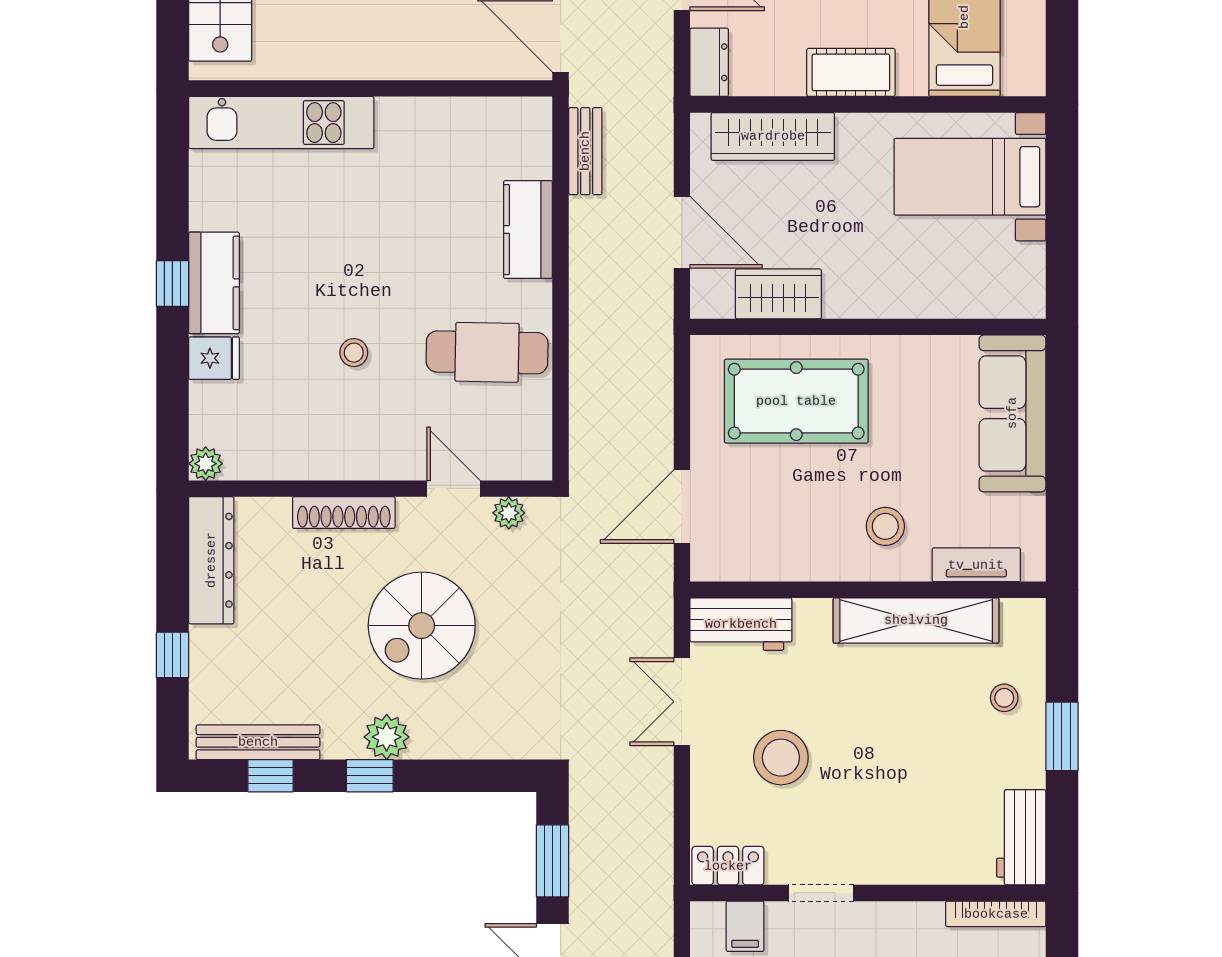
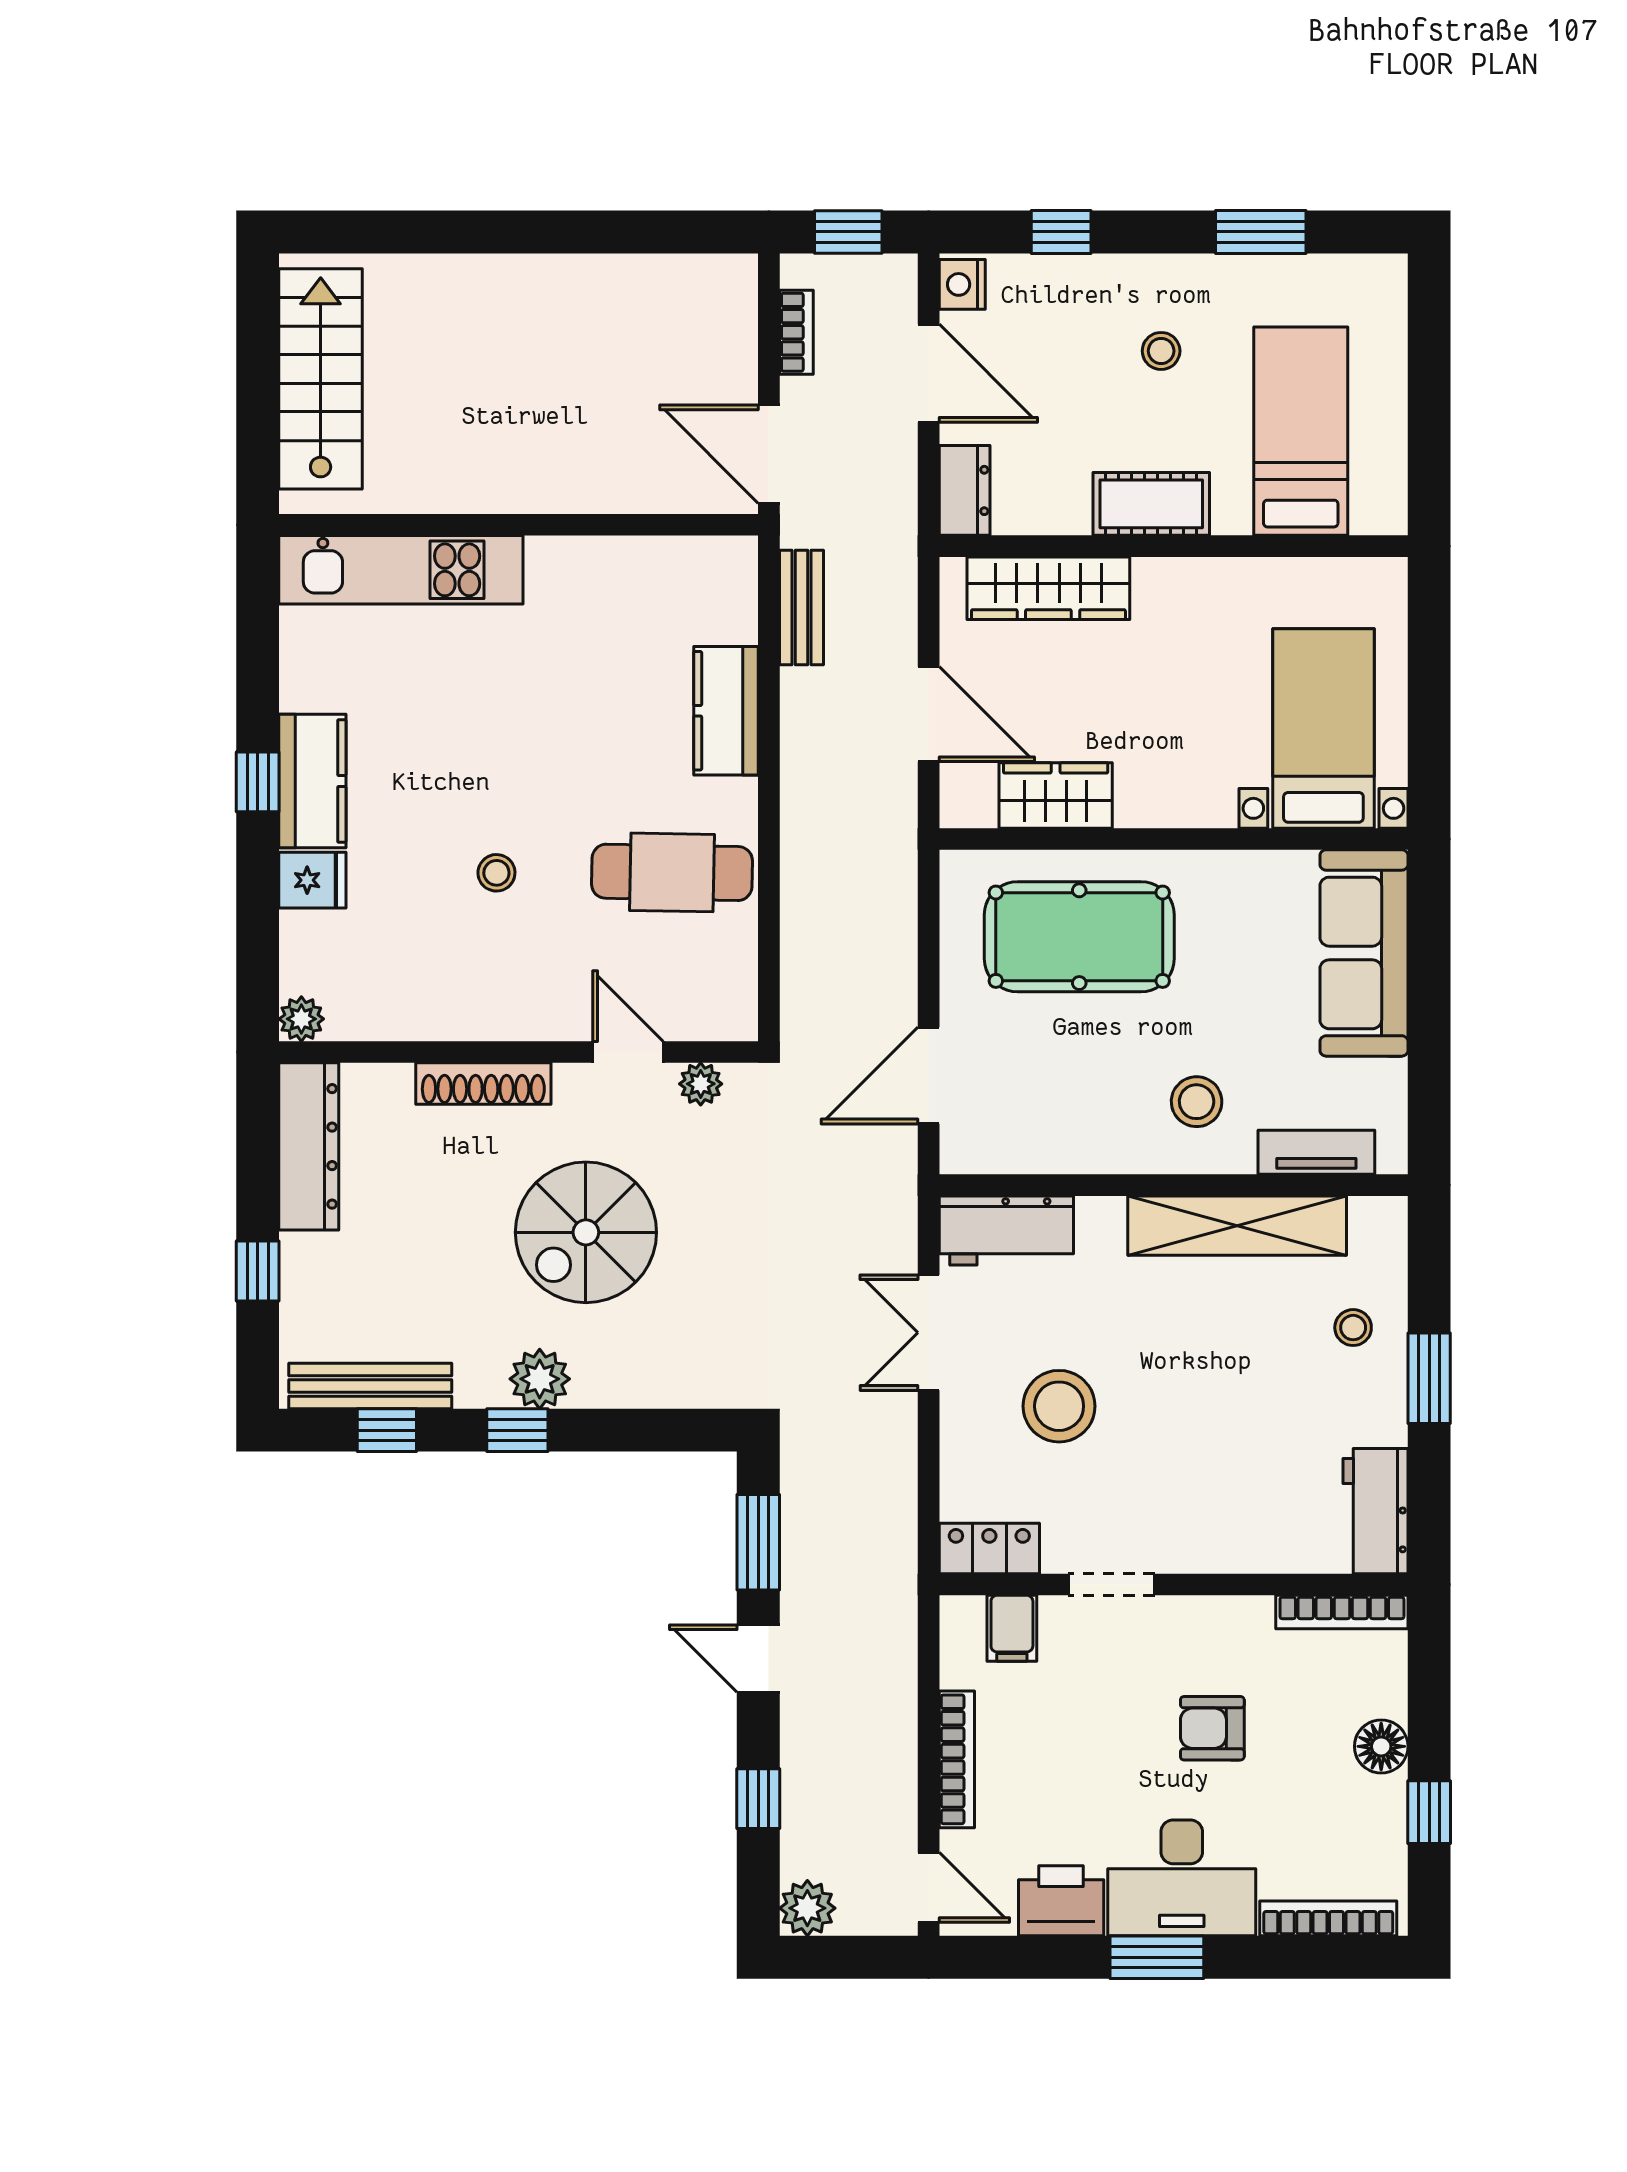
bed with nightstands: (970, 177) -> (1323, 728), moved, turned 90

